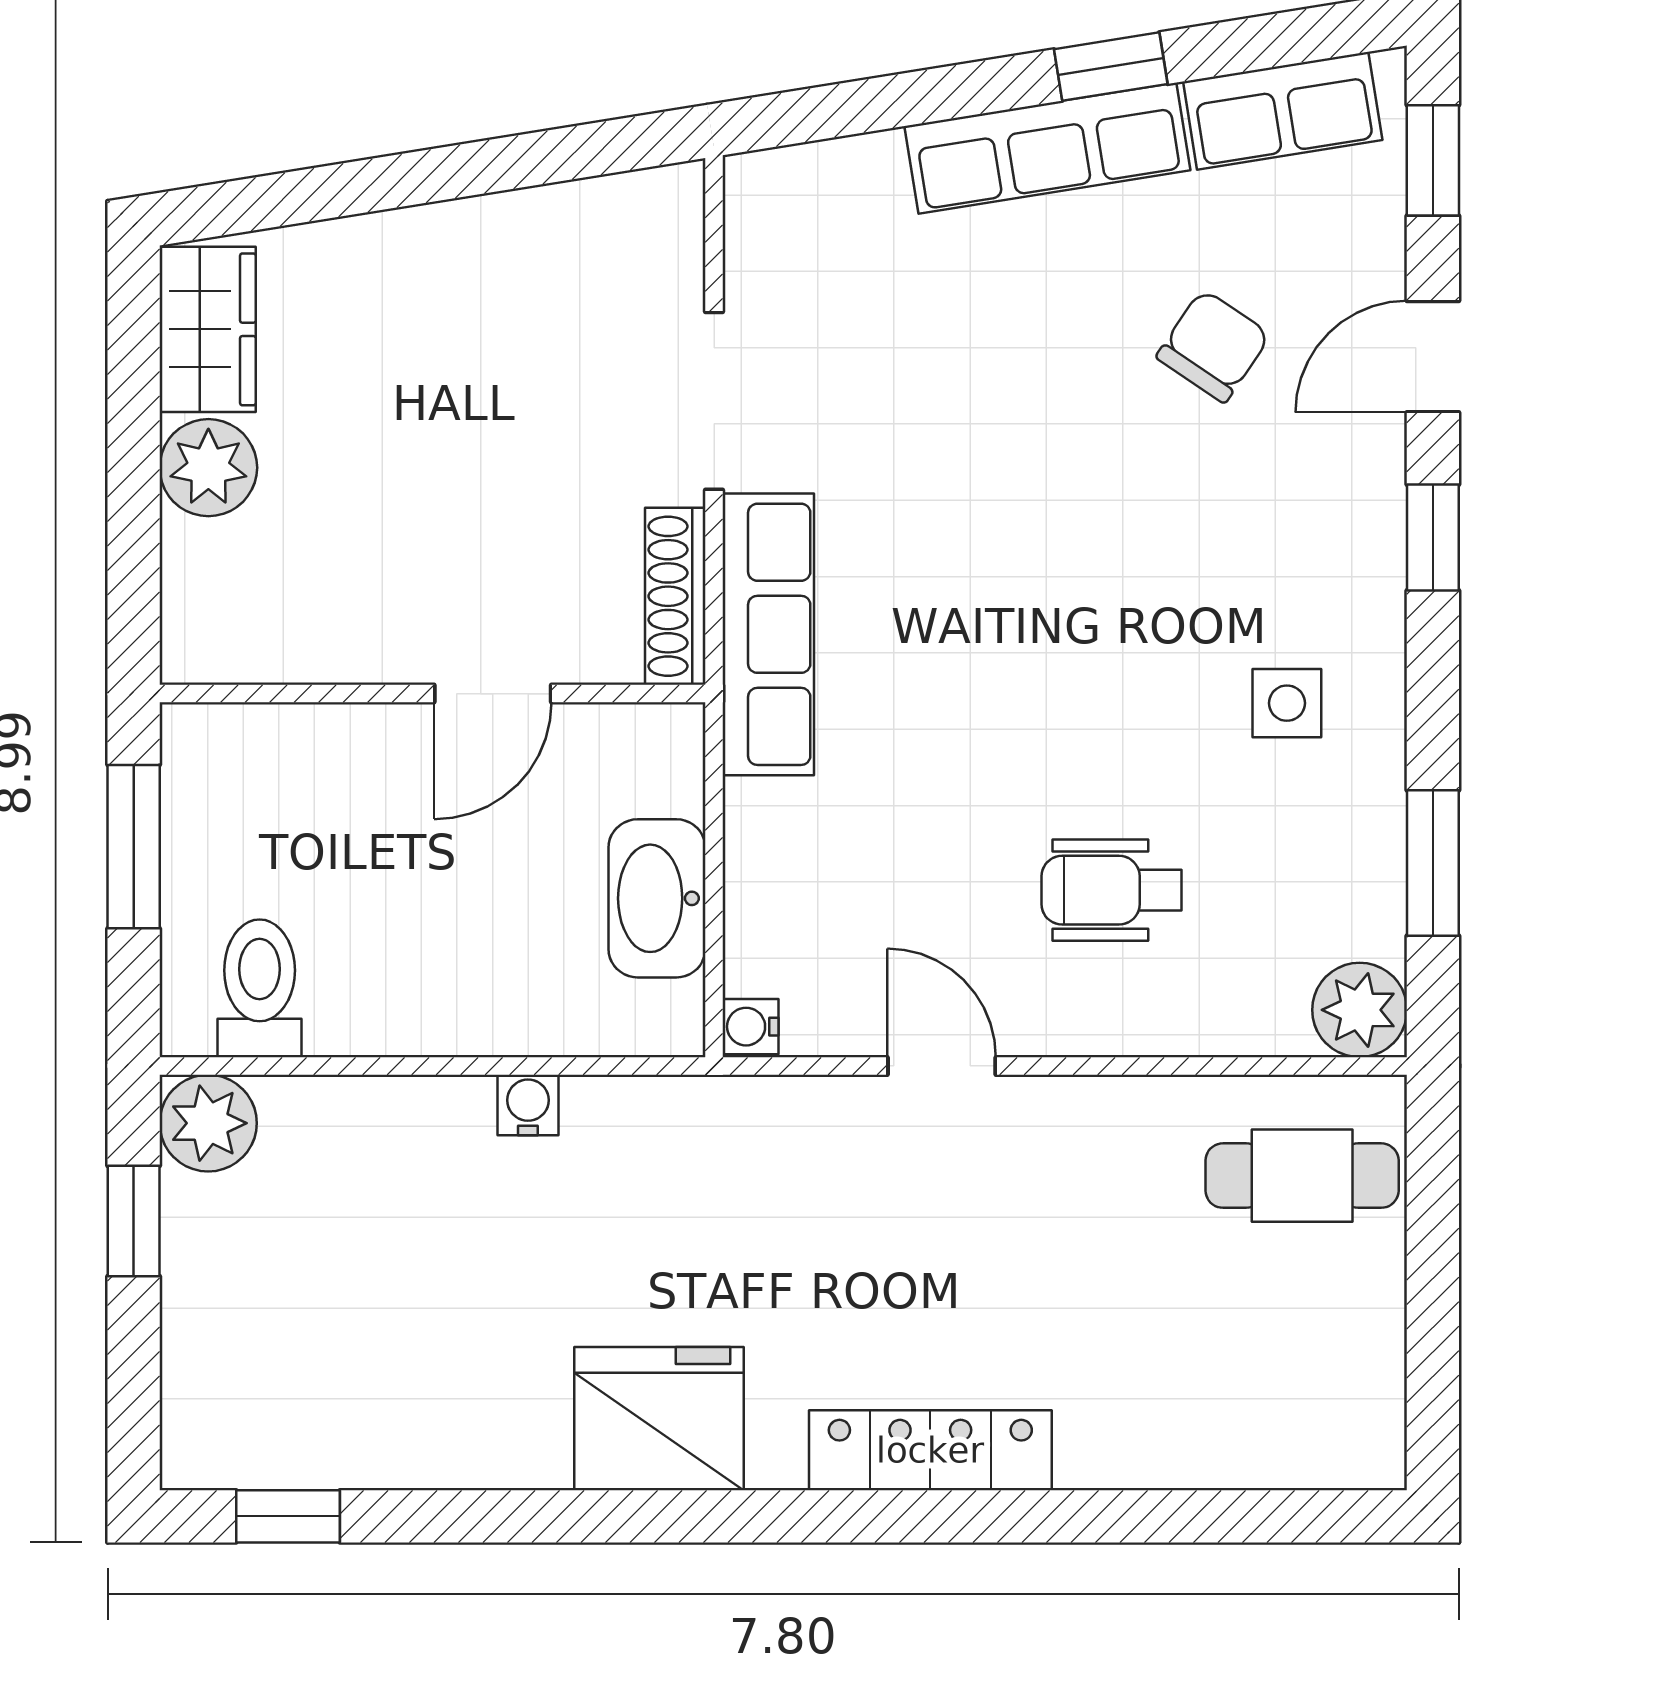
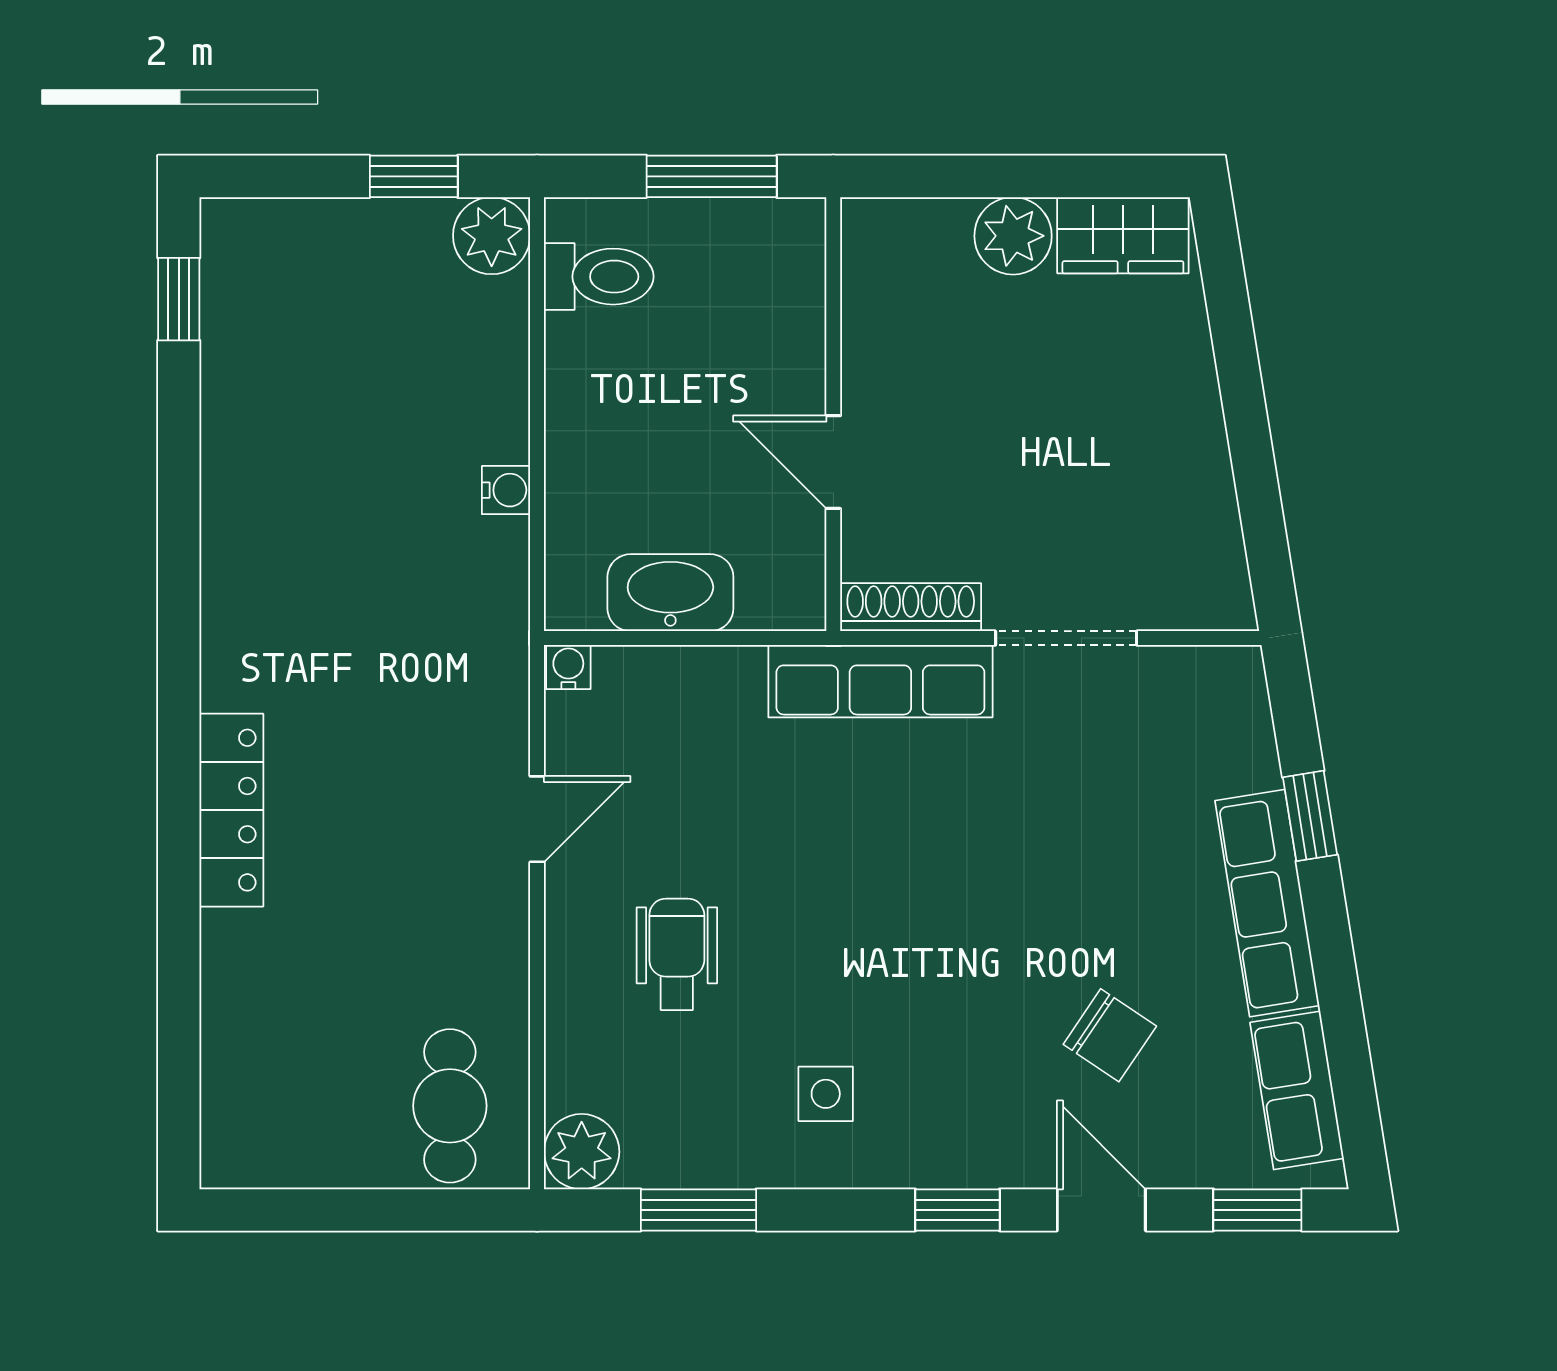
window: (1111, 67) -> (1310, 816), moved
fridge: (659, 1419) -> (256, 594), removed

